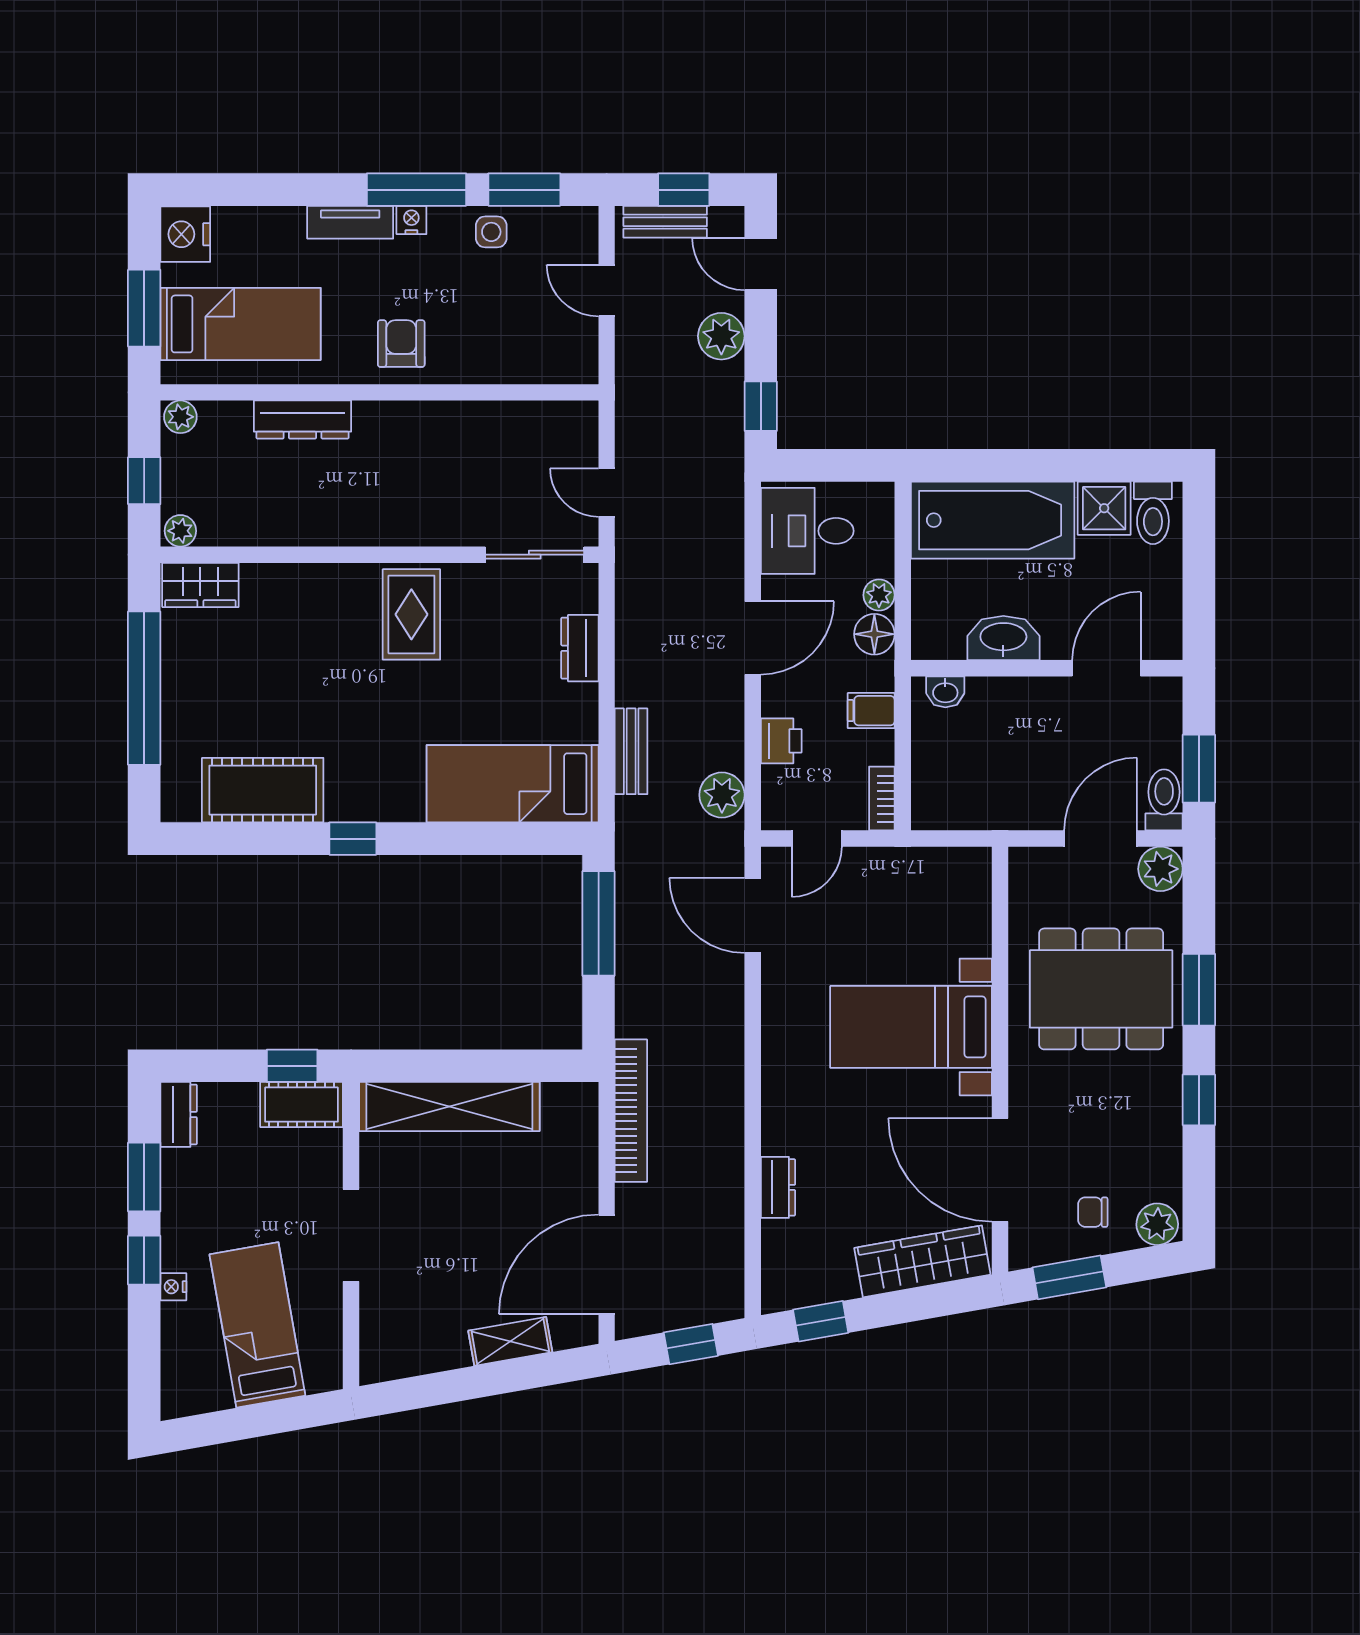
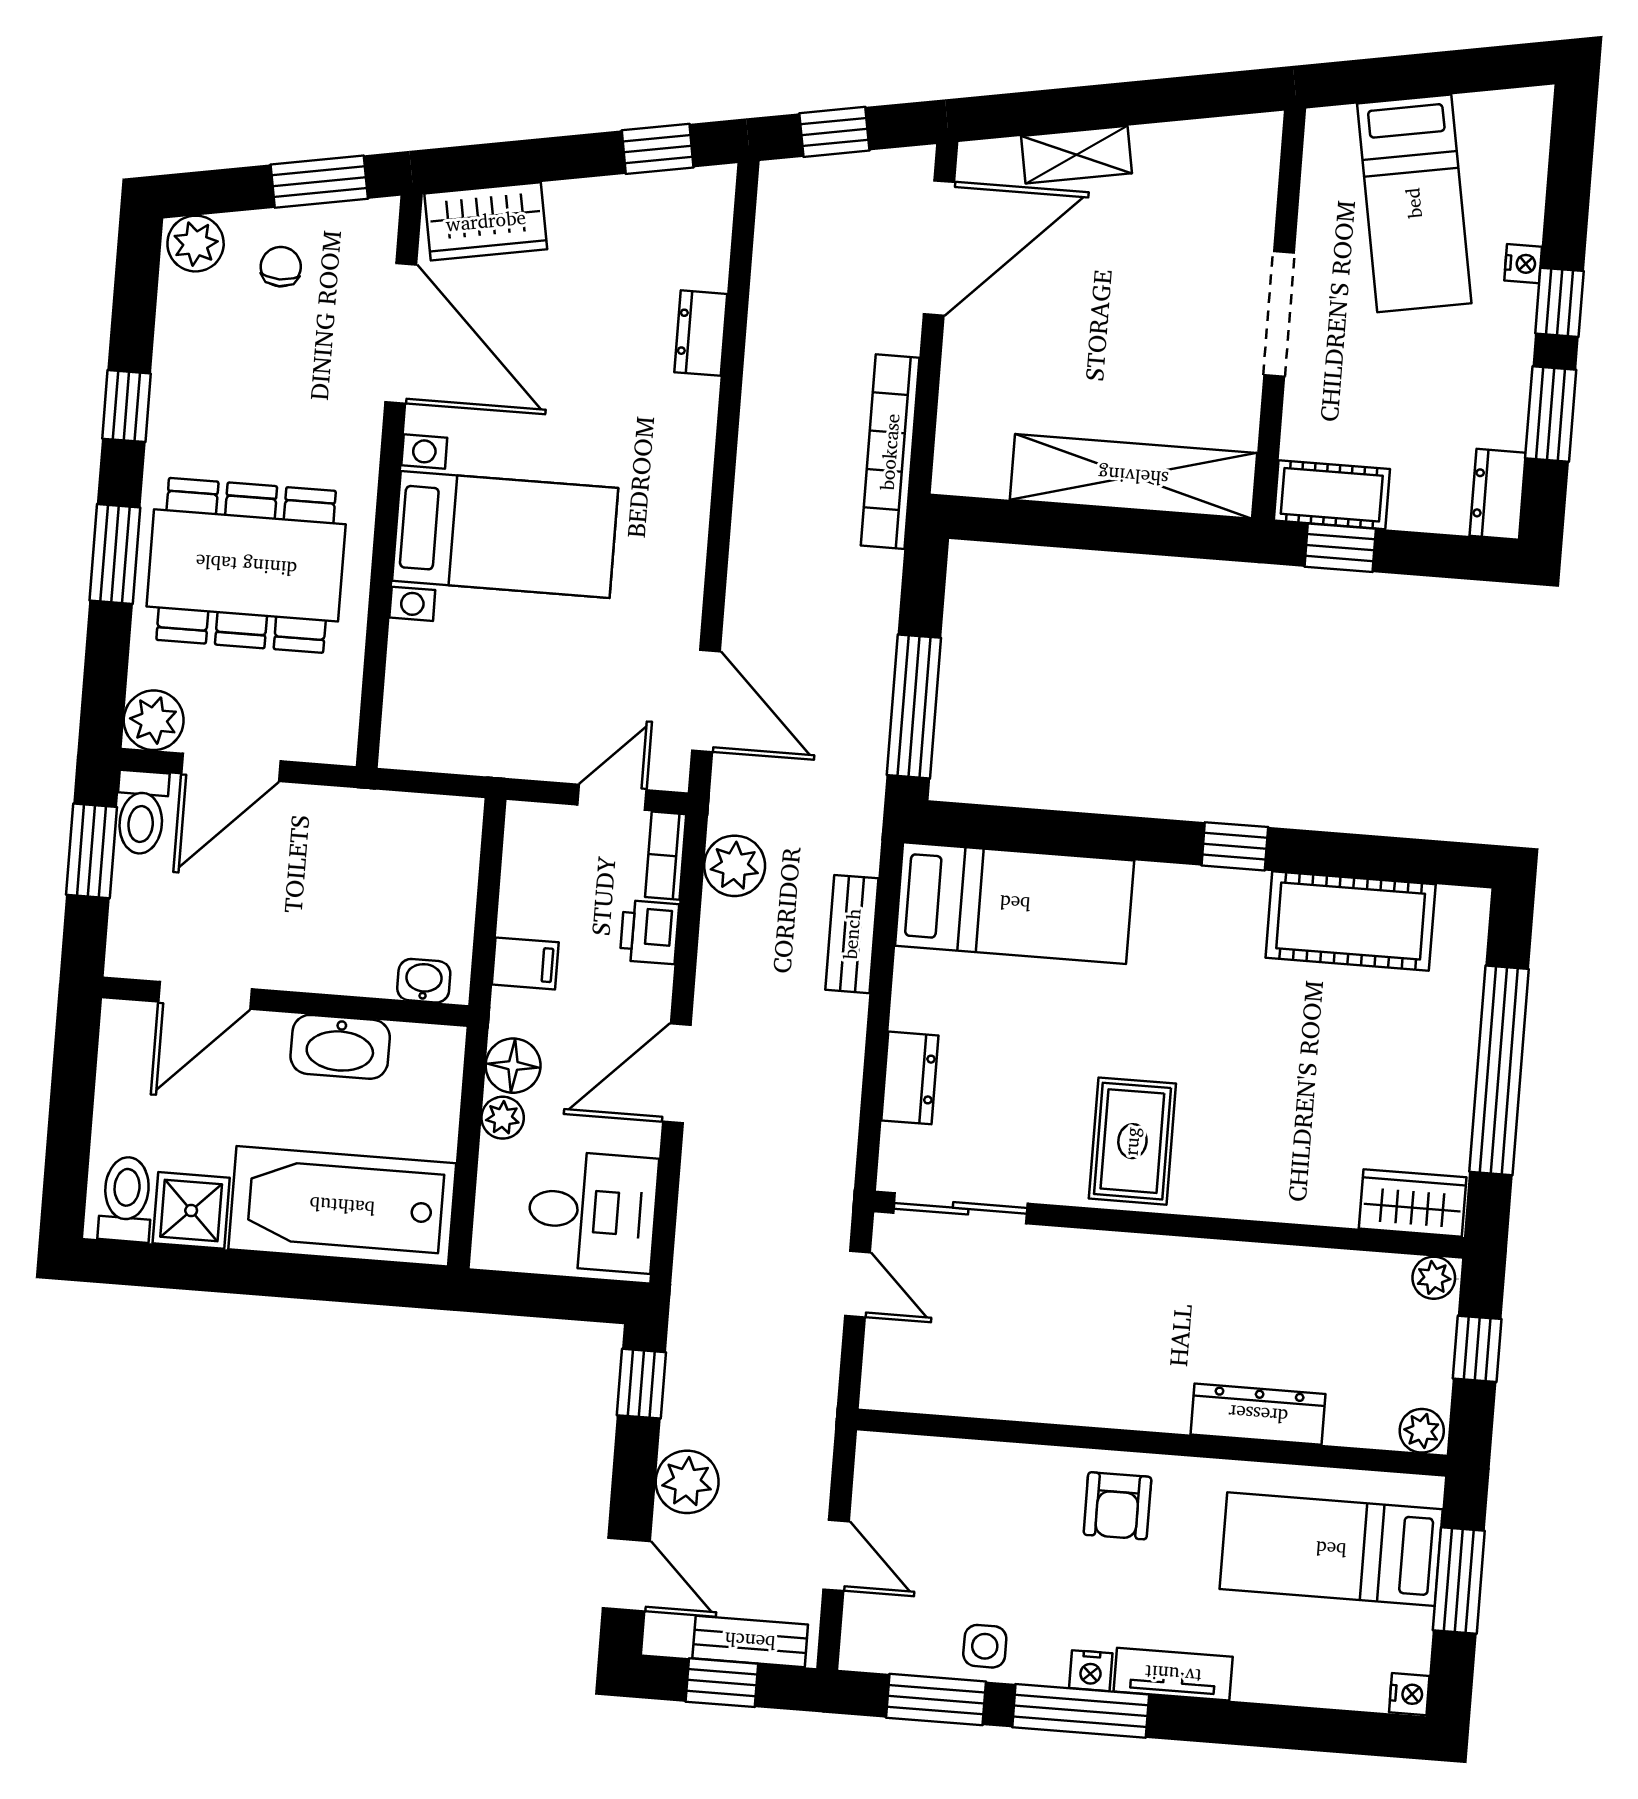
nightstand: (185, 234) -> (1409, 1694), width x0.53, depth x0.56
bookcase: (882, 799) -> (666, 856), moved, turned 180
chair: (1093, 1212) -> (281, 267), turned -90
wardrobe: (922, 1261) -> (486, 221), width x0.67

